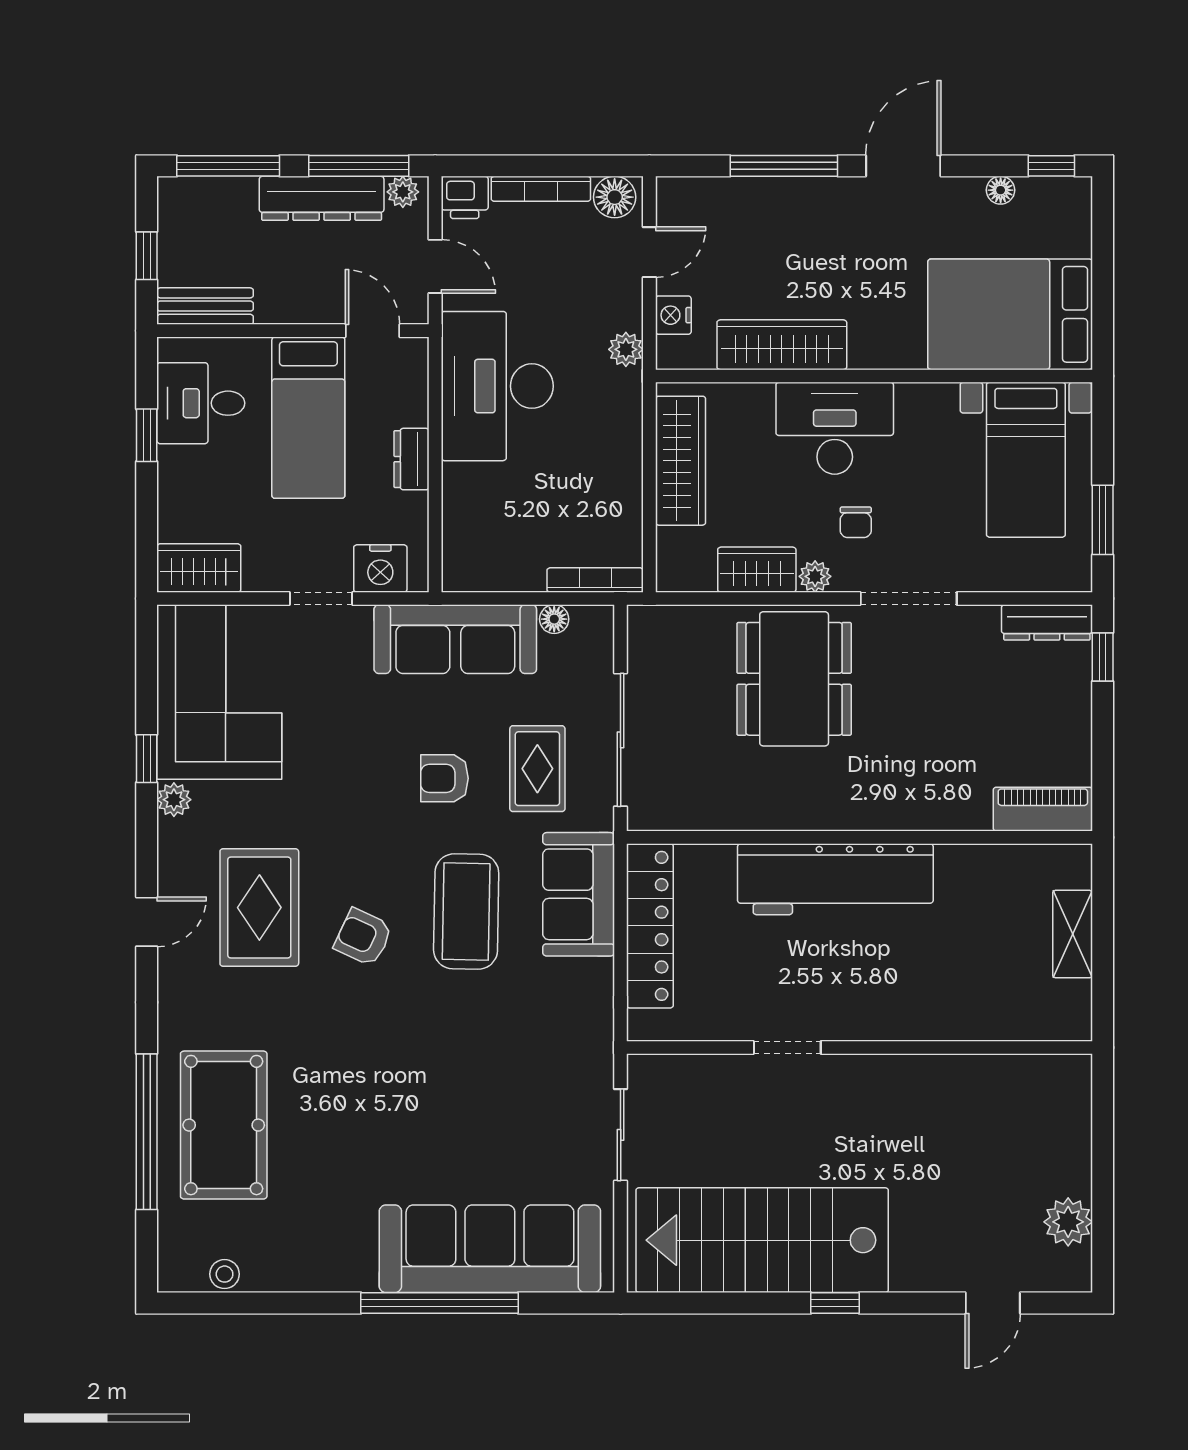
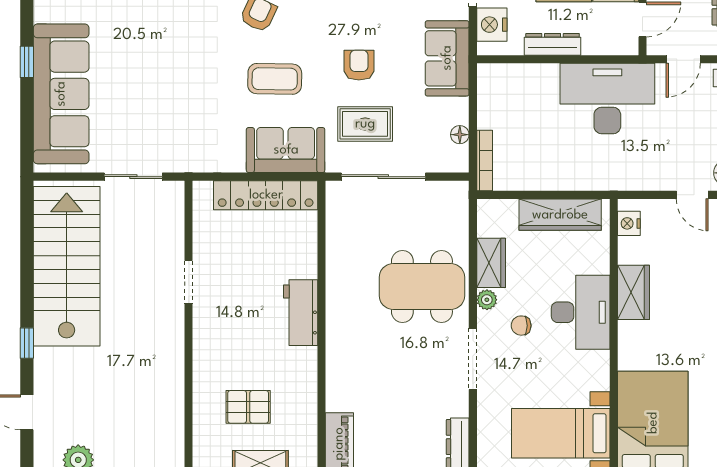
nightstand: (673, 315) -> (629, 223), moved, turned -90
wardrobe: (782, 345) -> (634, 292), width x0.67
plant: (626, 349) -> (631, 180), removed
dresser: (412, 459) -> (553, 44), width x1.44
sofa: (455, 639) -> (447, 58), width x0.73
workbench: (835, 879) -> (301, 313), width x0.53, depth x0.76
coffee table: (466, 912) -> (275, 79), width x0.73, depth x0.76
pallet: (984, 953) -> (248, 407), added
window: (439, 1303) -> (27, 62), width x0.32
window: (835, 1303) -> (27, 343), moved

